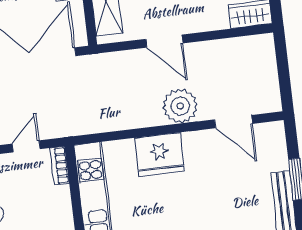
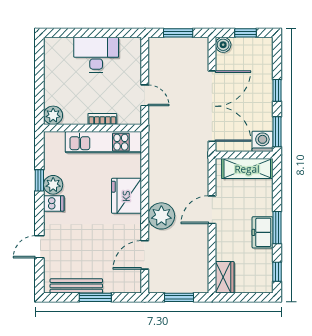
window: (283, 70) -> (179, 297), added
bookcase: (60, 166) -> (102, 119), moved

